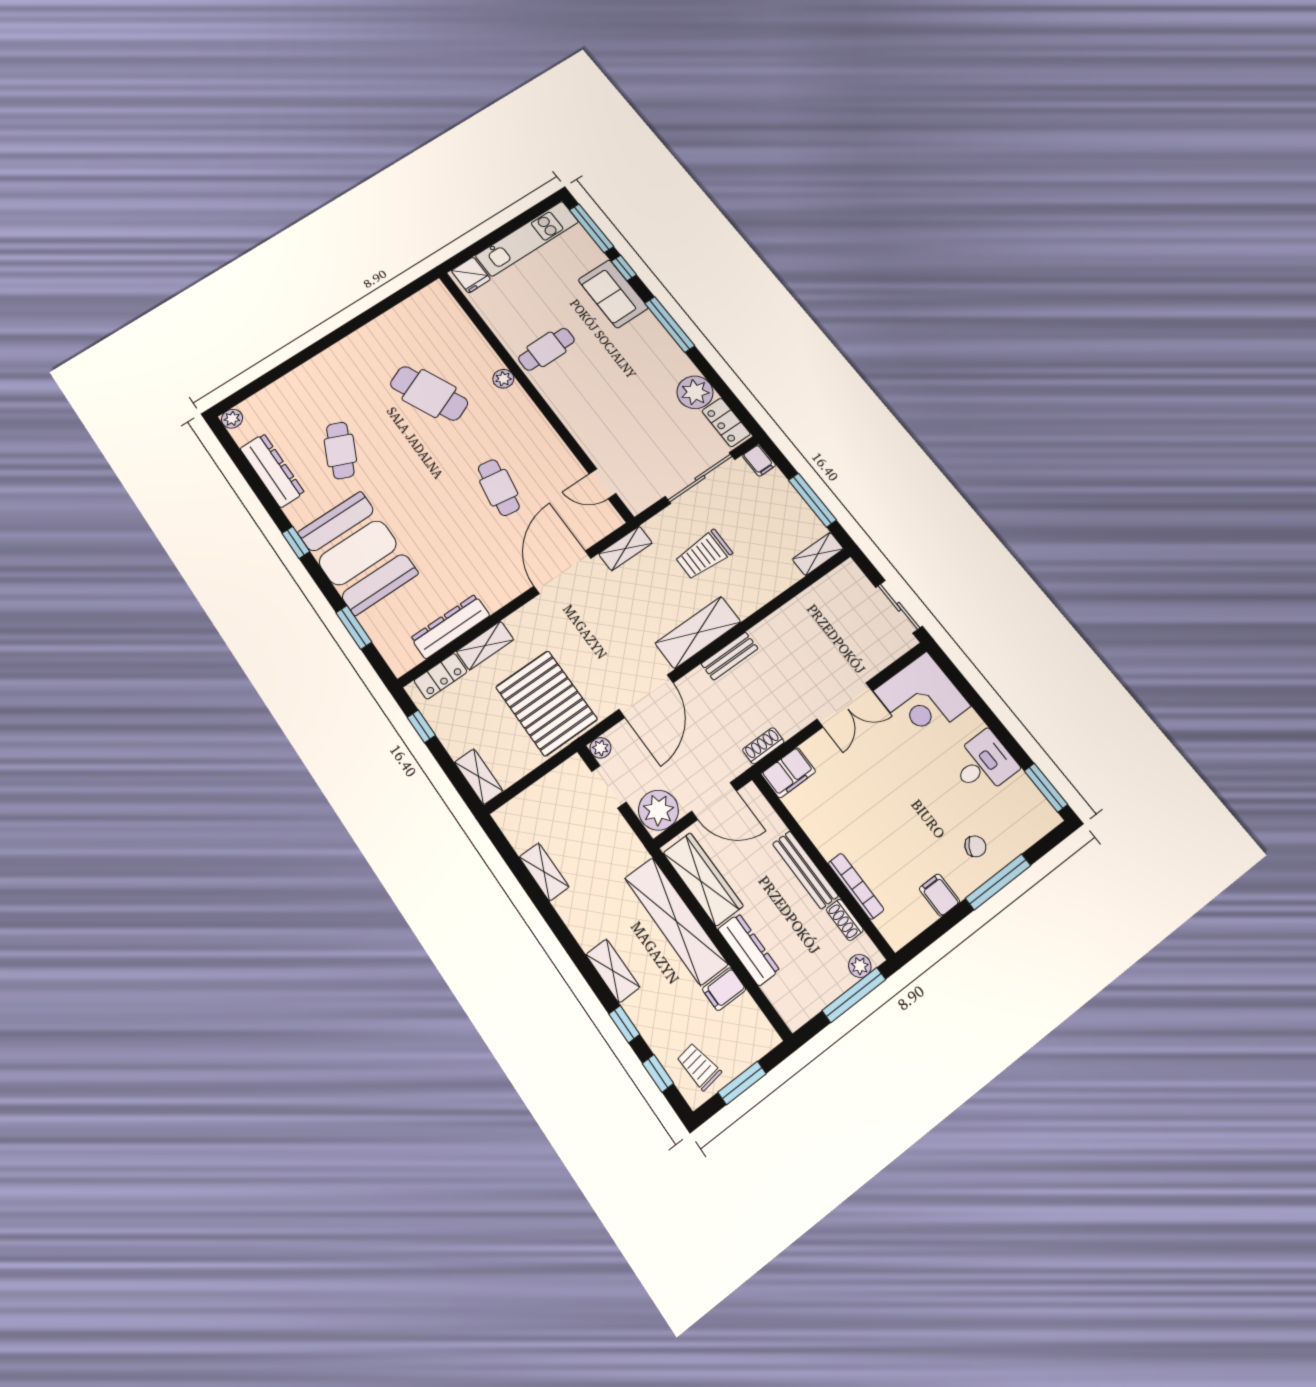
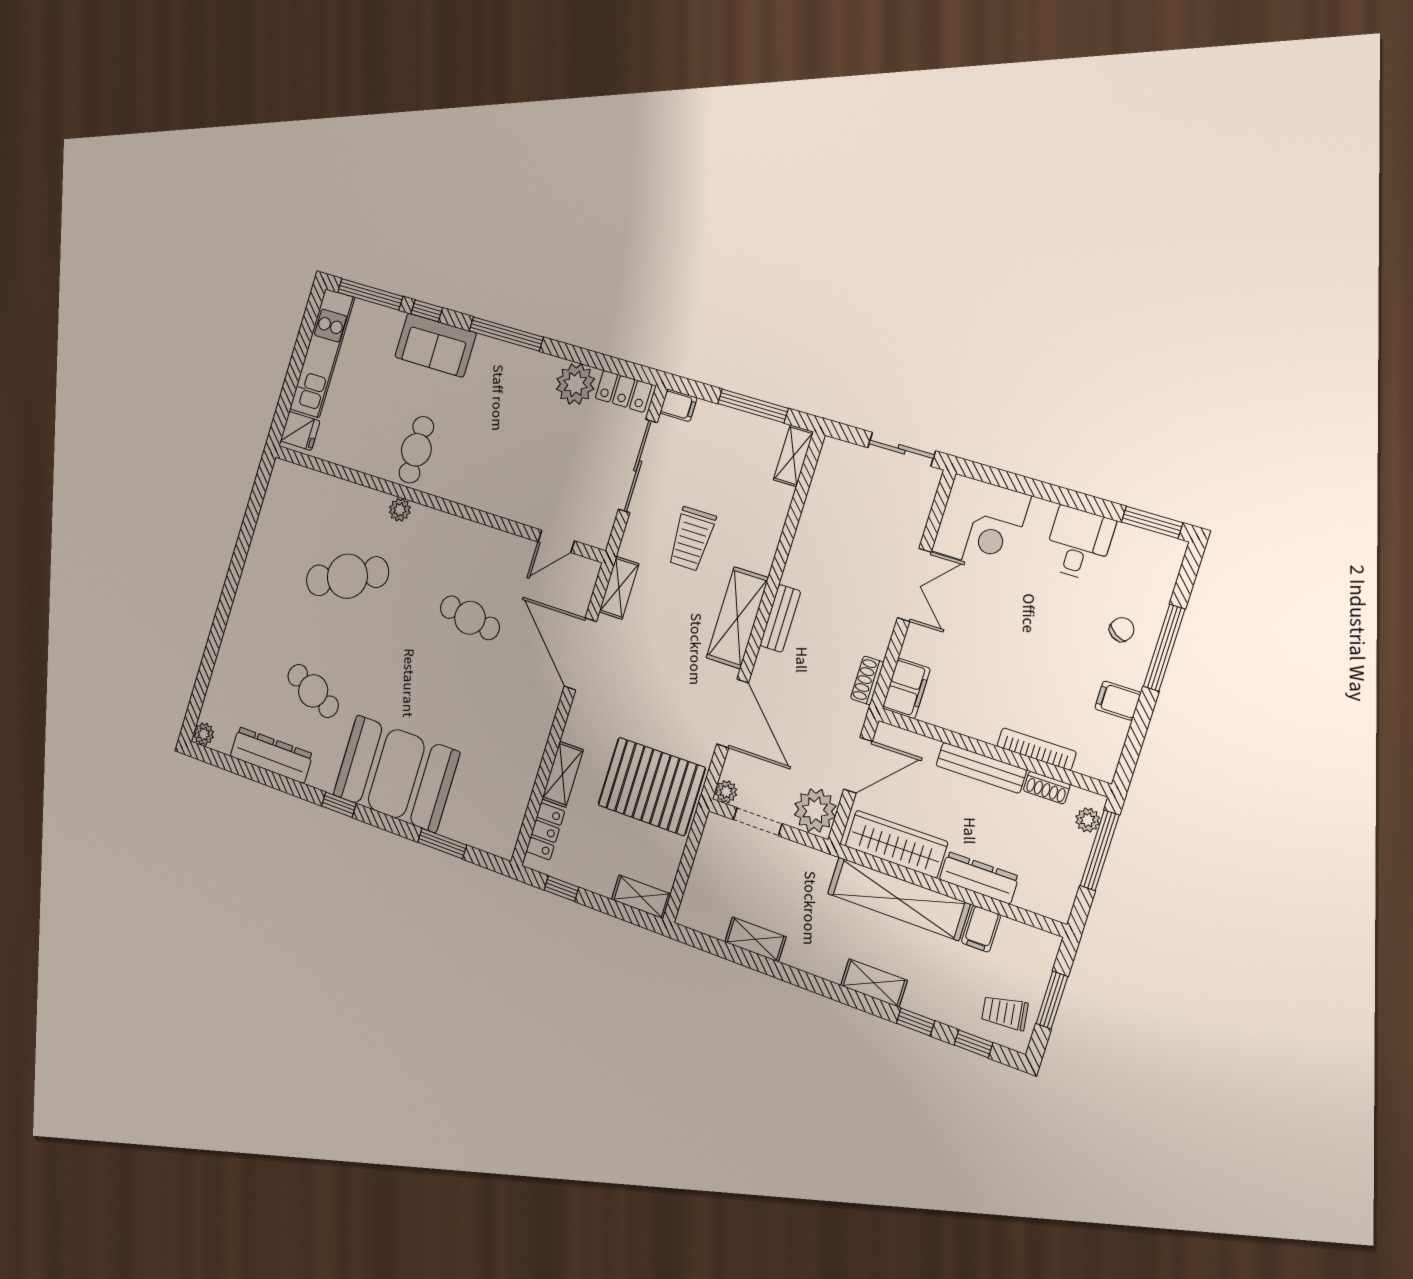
dresser: (450, 627) -> (521, 780), removed

